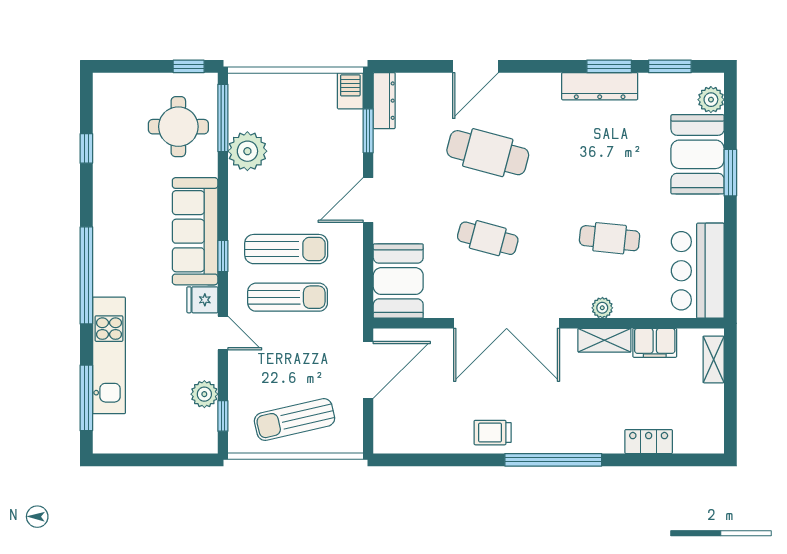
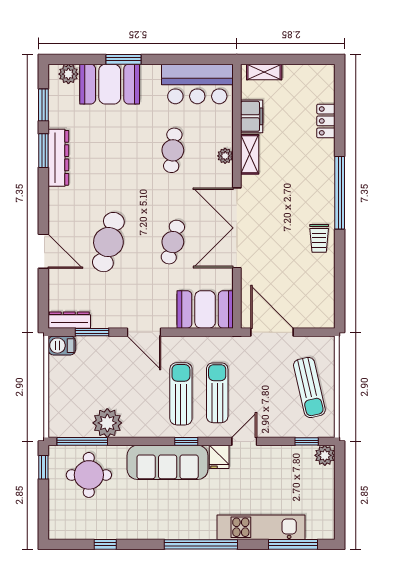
double door: (507, 323) -> (237, 228), swing flipped
plant: (204, 394) -> (325, 455), moved

